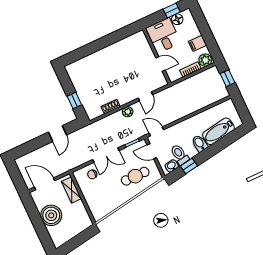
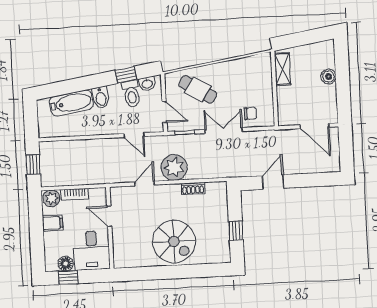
spiral stairs: (109, 65) -> (174, 241), added
window: (74, 101) -> (236, 231), moved
plant: (128, 112) -> (174, 167), width x1.87, depth x1.87
door: (156, 131) -> (134, 135), moved
cafe table: (135, 176) -> (198, 89), turned 32
shelving: (71, 190) -> (282, 69), moved
boiler: (51, 215) -> (328, 77), width x0.54, depth x0.54

